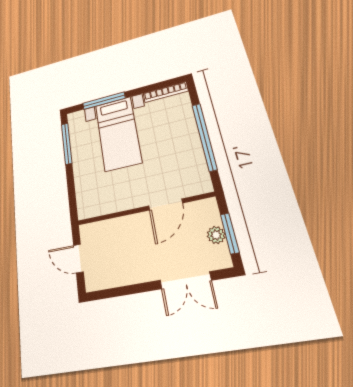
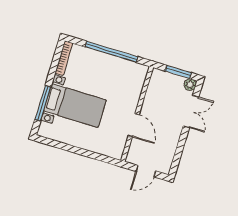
window: (67, 143) -> (60, 145), removed
door: (165, 204) -> (134, 125), moved
plant: (216, 235) -> (190, 85), moved

